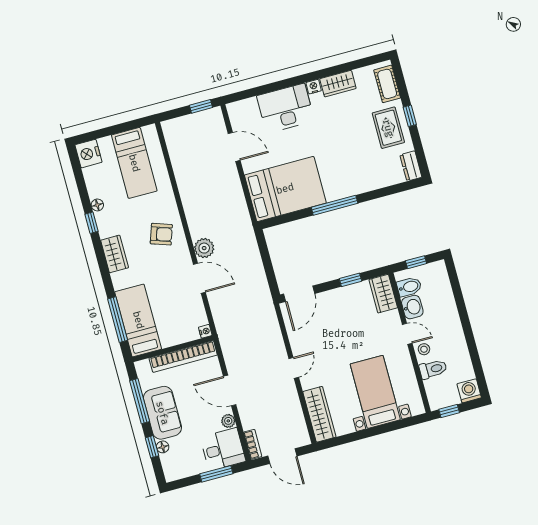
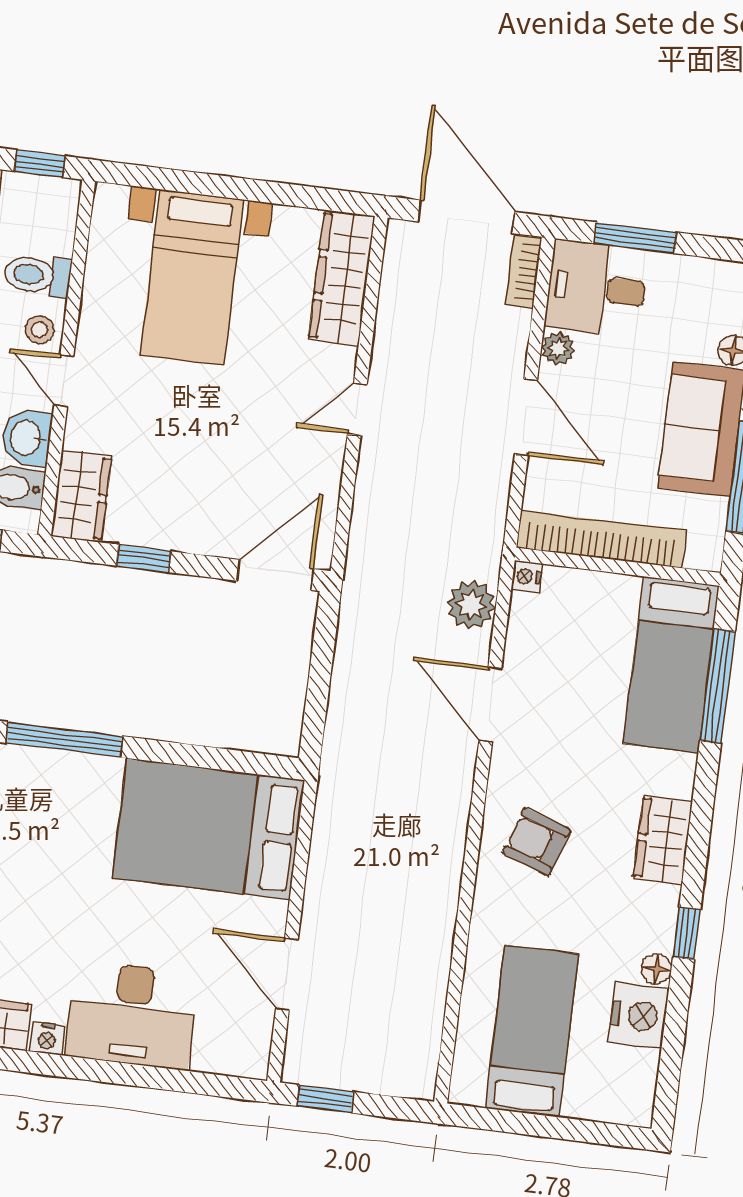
nightstand: (88, 154) -> (639, 1016), moved
window: (335, 205) -> (64, 740), moved
plant: (204, 248) -> (471, 605), moved
door: (282, 456) -> (466, 217), width x1.36

